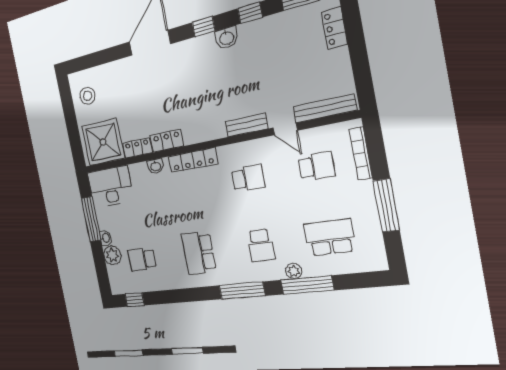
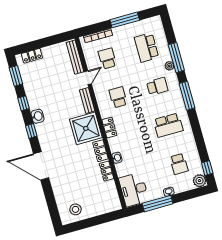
shower: (103, 142) -> (86, 128), moved
locker: (193, 160) -> (109, 128), width x0.66
plant: (112, 255) -> (200, 181), moved

